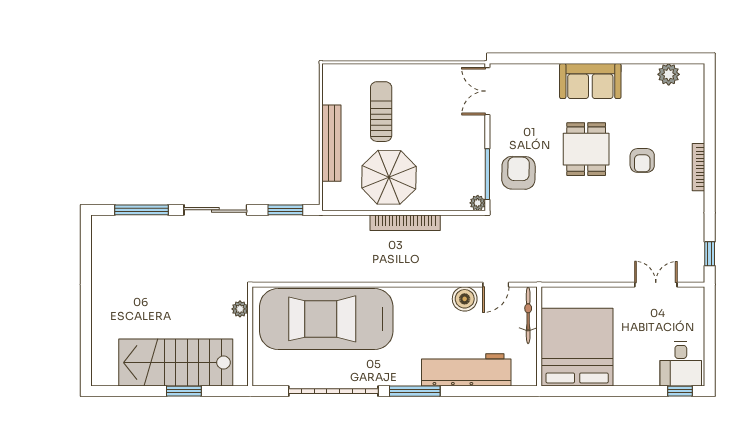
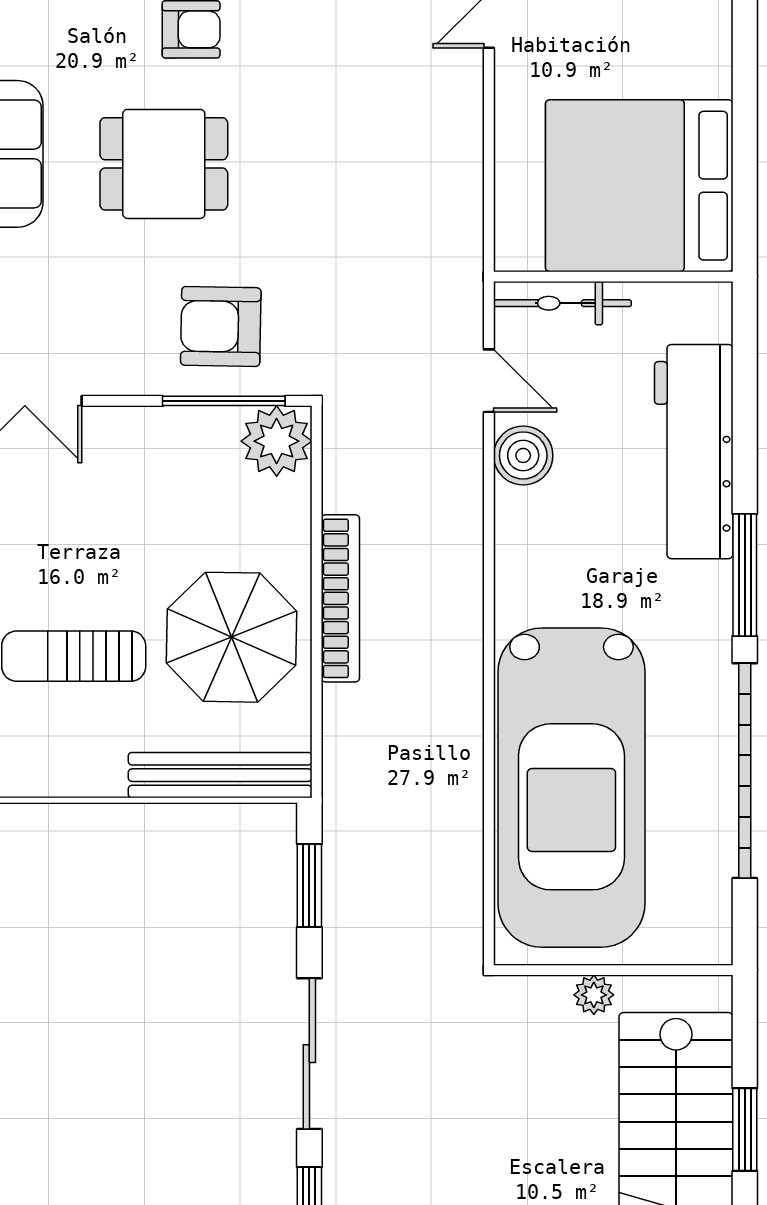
bench: (331, 143) -> (220, 775), moved
plant: (478, 203) -> (277, 441), width x1.88, depth x1.88
plant: (240, 309) -> (594, 995), moved

